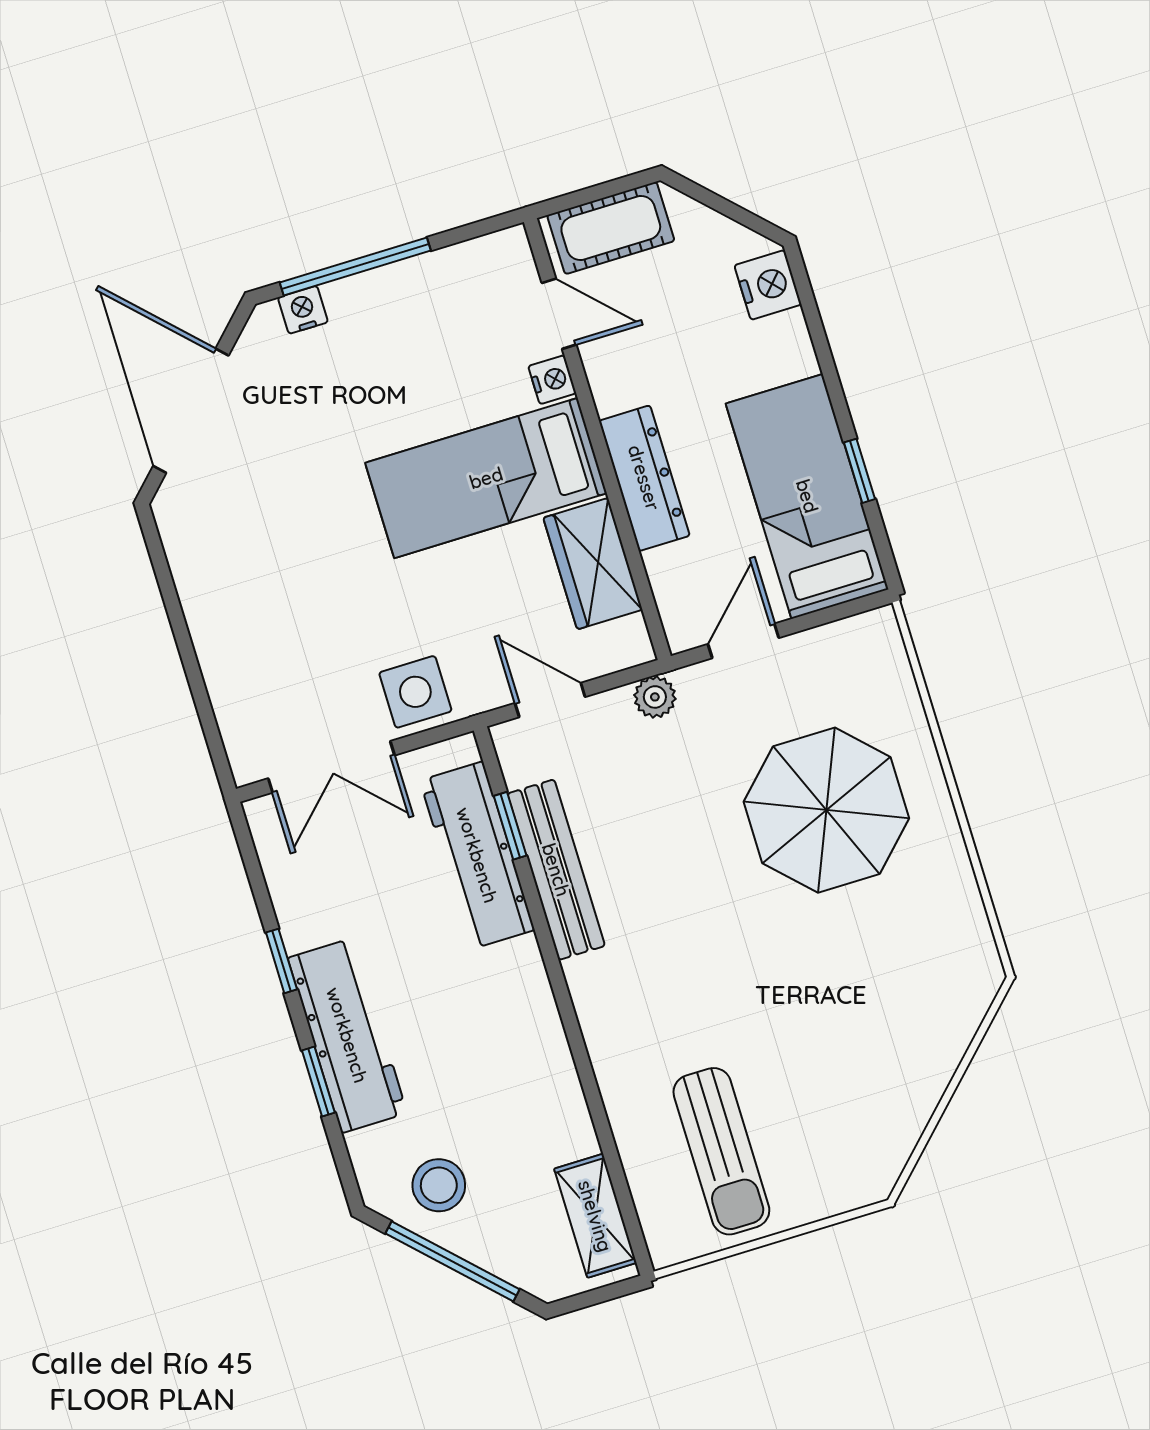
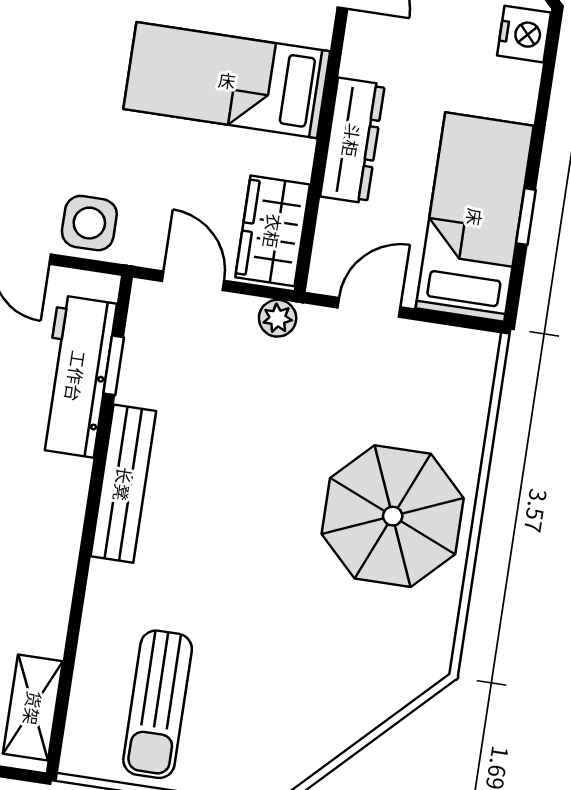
nightstand: (552, 380) -> (317, 27), removed
wardrobe: (593, 564) -> (273, 231), moved
parasol: (826, 810) -> (393, 516), moved
bench: (556, 870) -> (123, 484), moved

